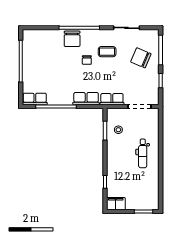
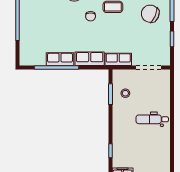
row of seats: (35, 99) -> (60, 59), moved
dental chair: (143, 153) -> (152, 119), turned 90

